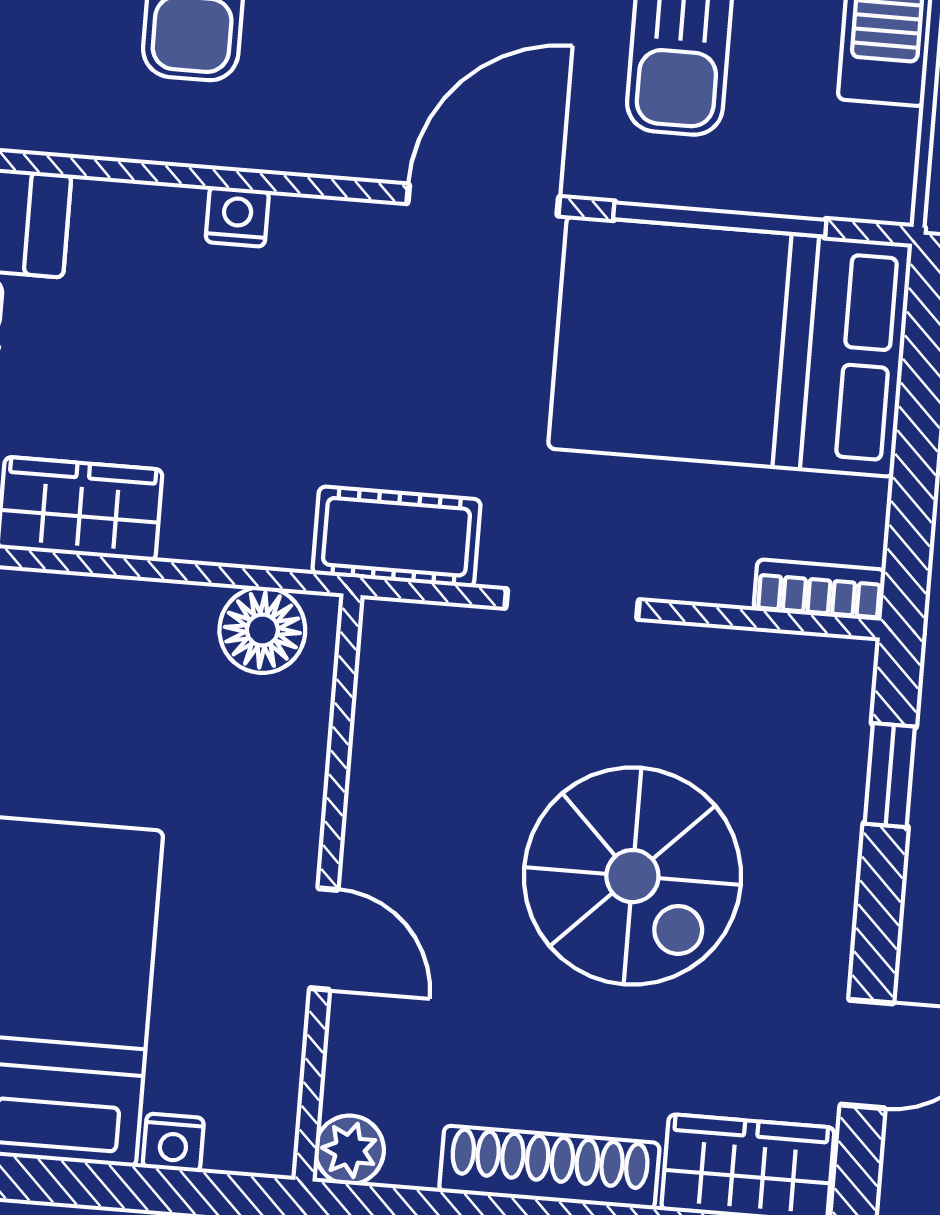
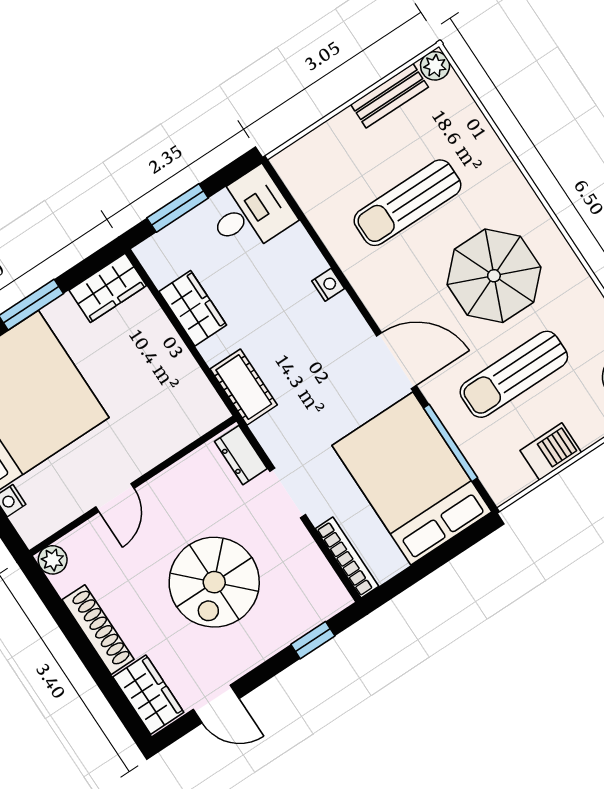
cot: (397, 537) -> (244, 387), moved
bookcase: (819, 590) -> (347, 557), width x1.56
floor lamp: (262, 630) -> (200, 399), removed
dresser: (431, 636) -> (241, 455), added

